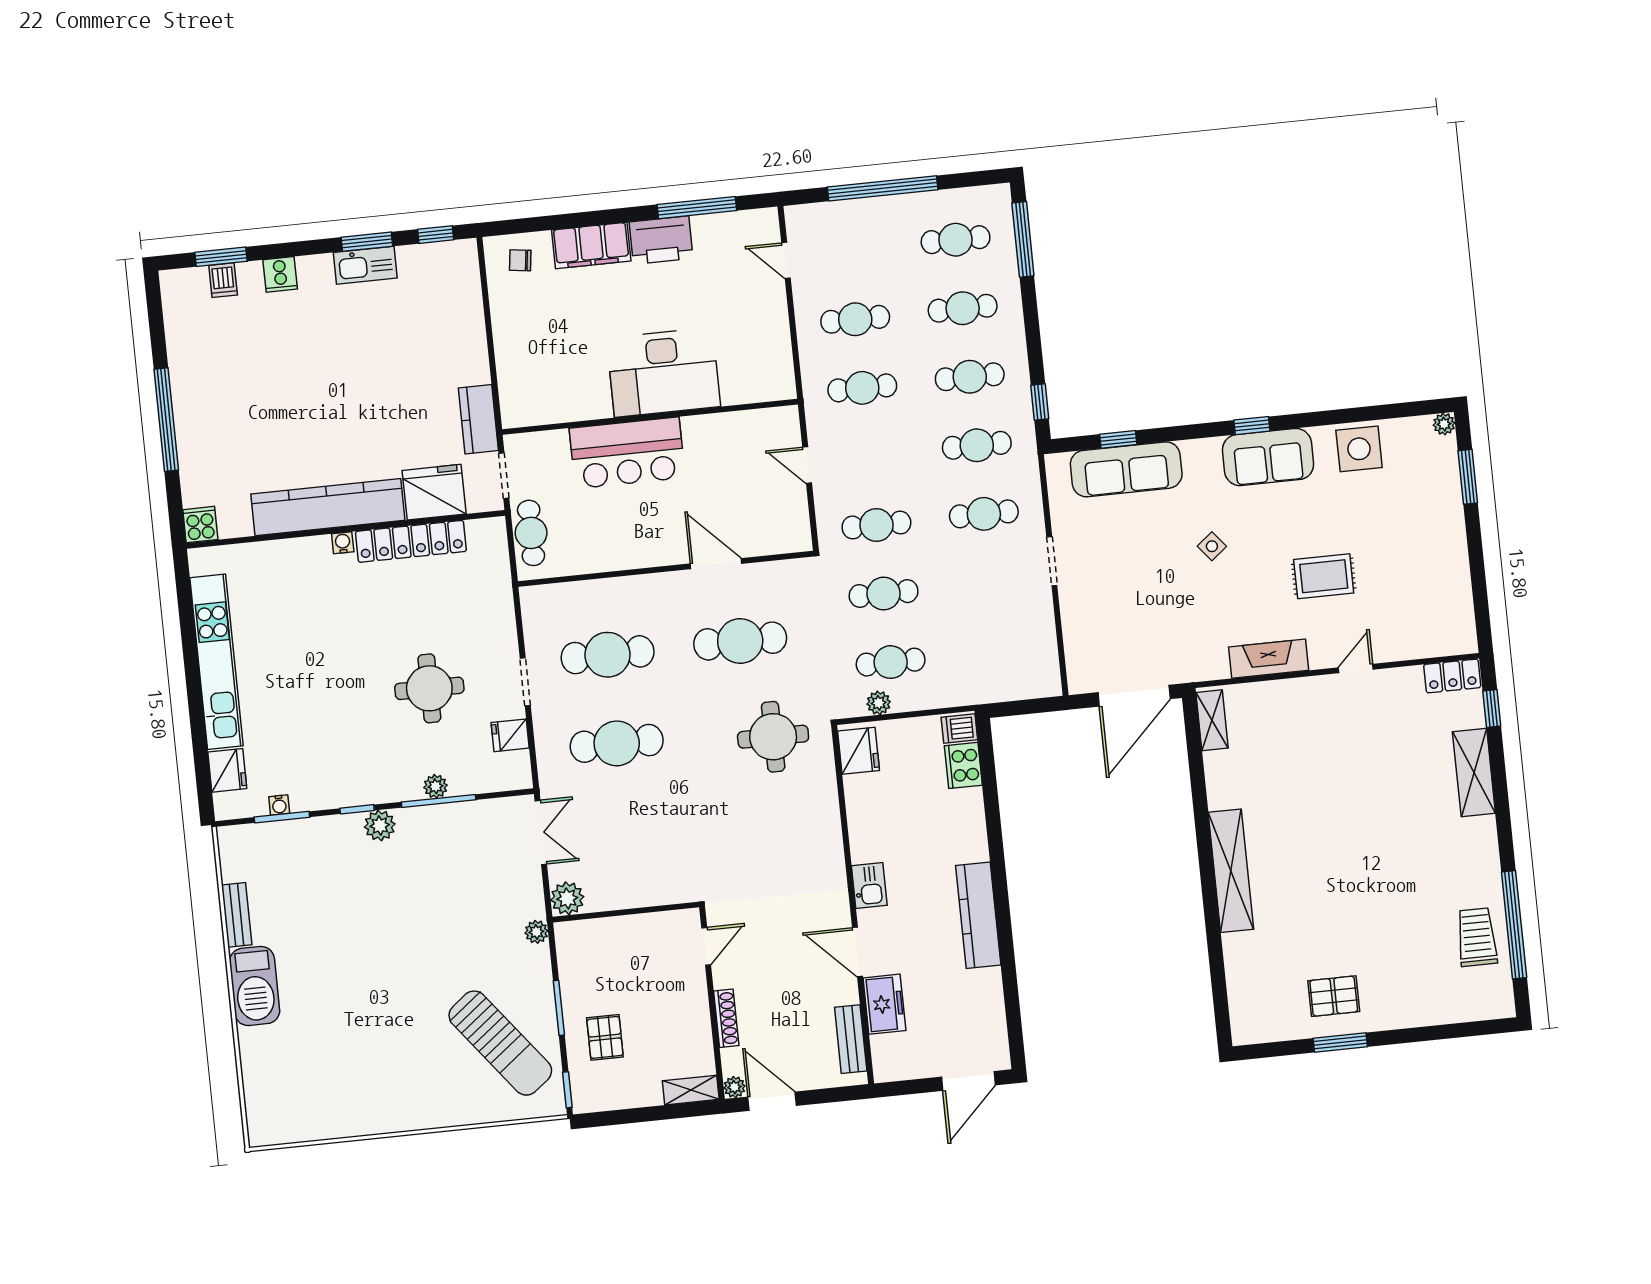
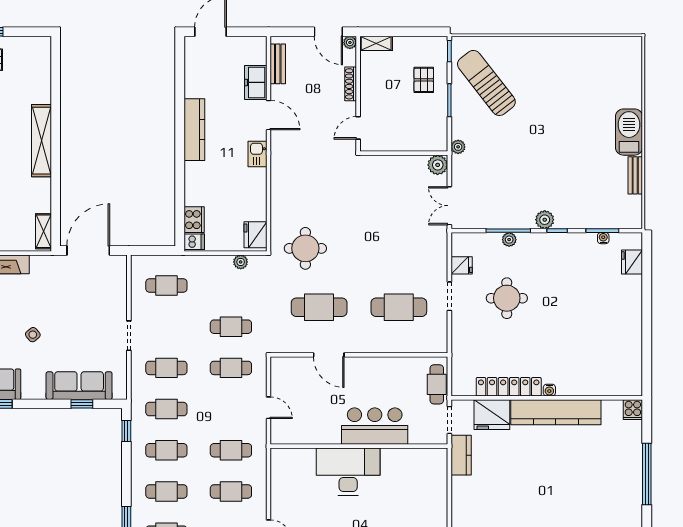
kitchen unit: (216, 662) -> (632, 327), removed
cafe table: (891, 662) -> (166, 285), moved
cafe table: (617, 743) -> (399, 254), removed

